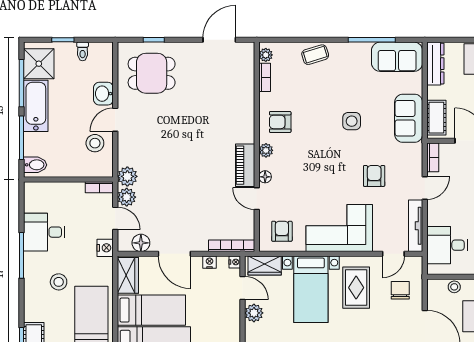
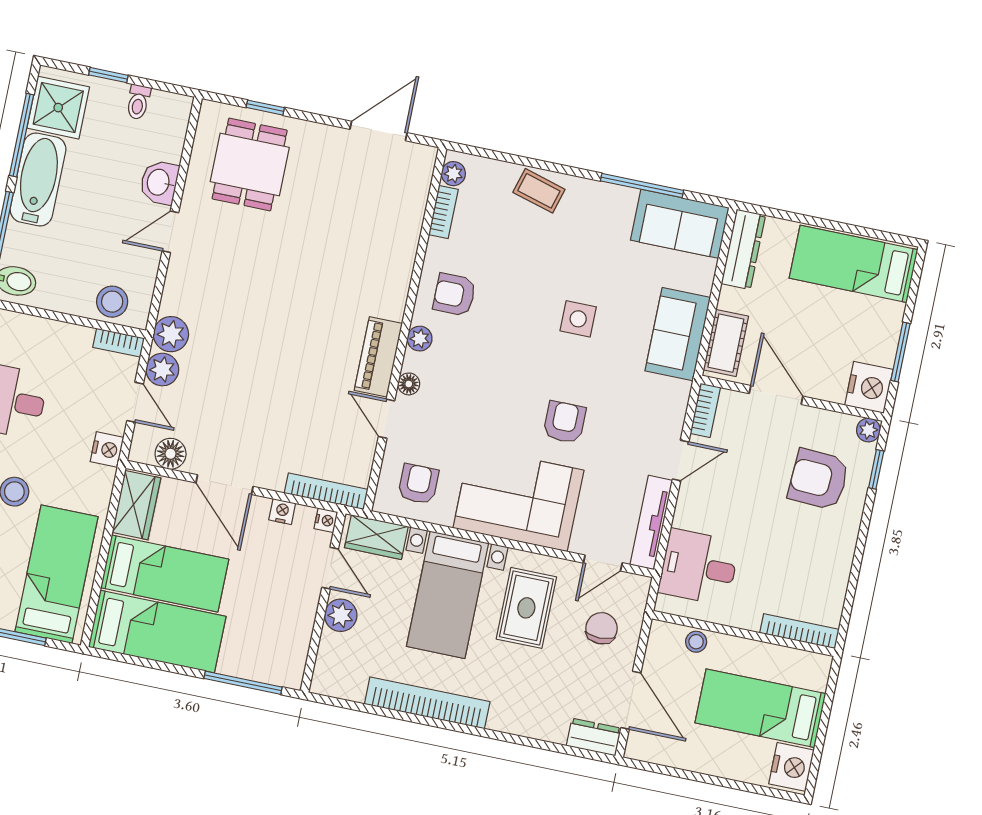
coffee table: (315, 55) -> (539, 191), turned 33
dining table: (152, 73) -> (250, 164), turned 90
stool: (95, 143) -> (112, 302), moved
armchair: (374, 176) -> (564, 422), moved

